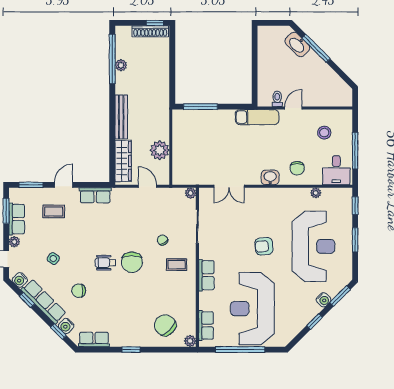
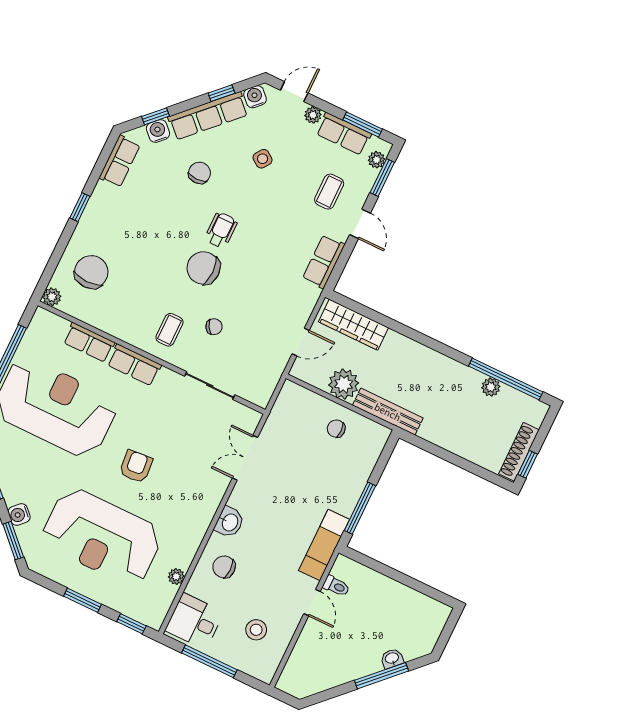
washbasin: (297, 44) -> (392, 658), width x0.52, depth x0.69
window: (200, 107) -> (360, 508), moved
bench: (121, 117) -> (388, 412), moved
chair: (187, 142) -> (336, 429), added
plant: (191, 193) -> (377, 160), moved
chair: (165, 325) -> (91, 272), turned -44
row of seats: (206, 325) -> (89, 342), moved

